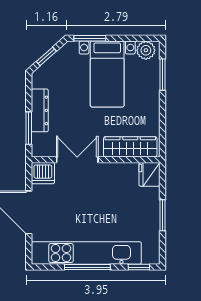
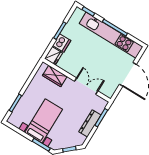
plant: (146, 50) -> (16, 121), removed
wardrobe: (130, 147) -> (55, 76), width x0.67
double door: (77, 160) -> (86, 86), swing flipped
dishwasher: (43, 173) -> (62, 43), moved, turned 90

